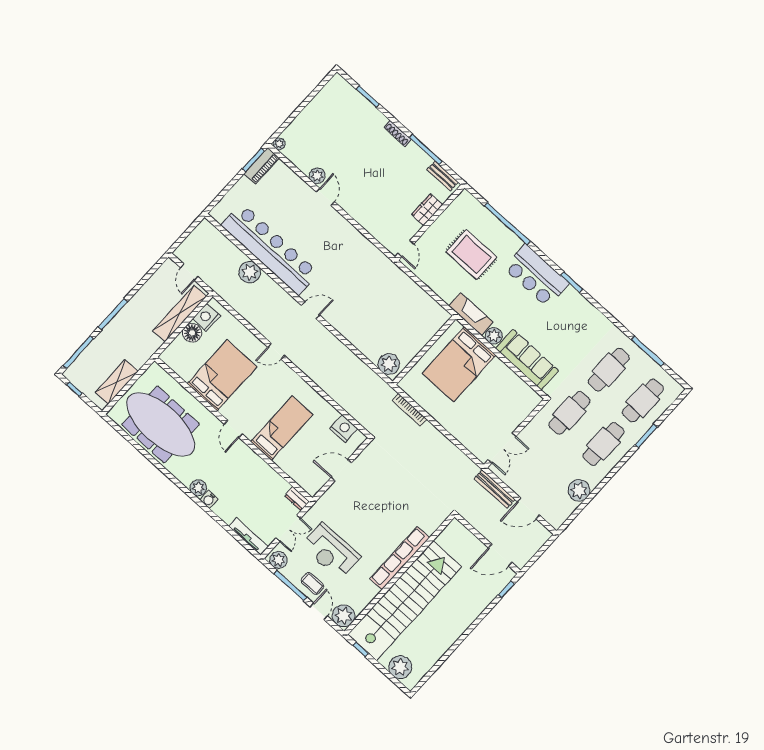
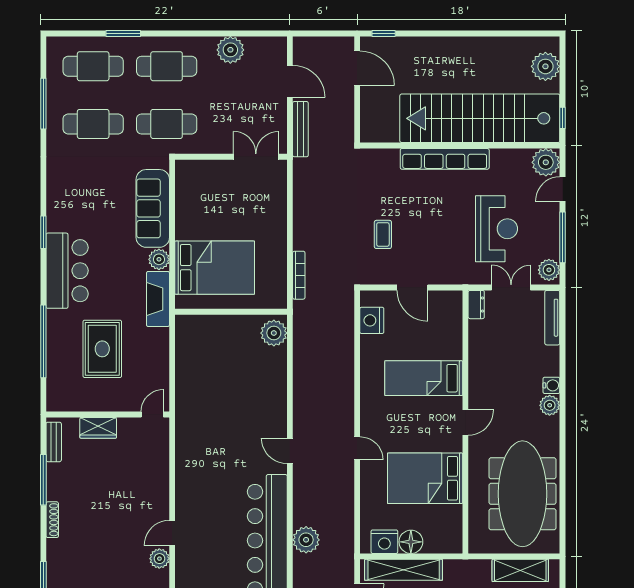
coffee table: (312, 584) -> (383, 234), moved

